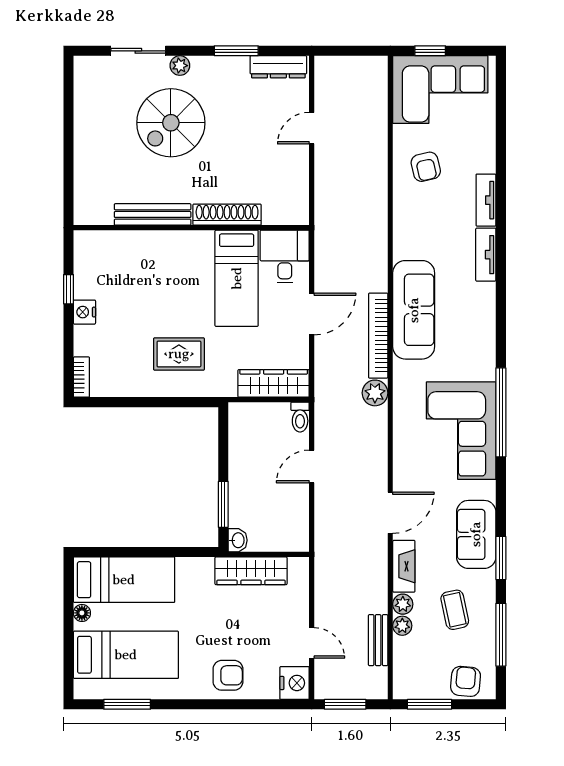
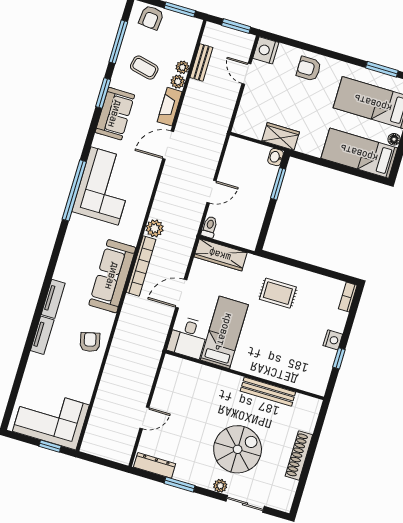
armchair: (426, 167) -> (90, 342), moved
shoe rack: (227, 215) -> (299, 455), moved, turned 90
wardrobe: (251, 571) -> (281, 136), width x0.67
coffee table: (455, 610) -> (144, 68), turned -65

